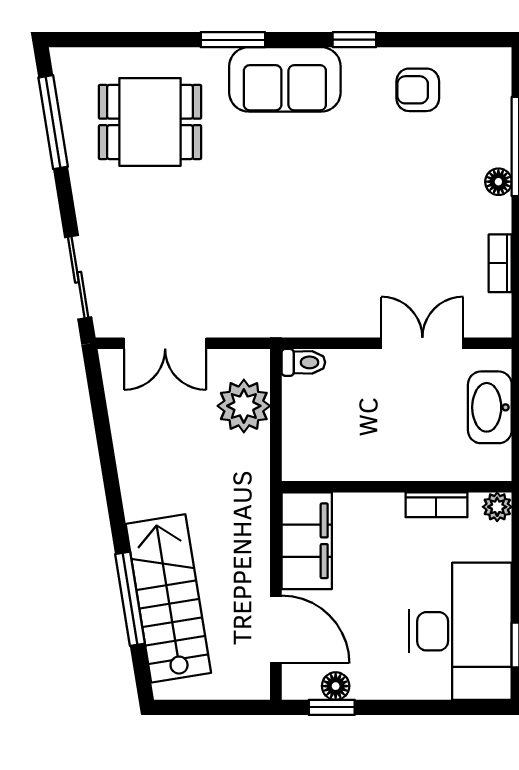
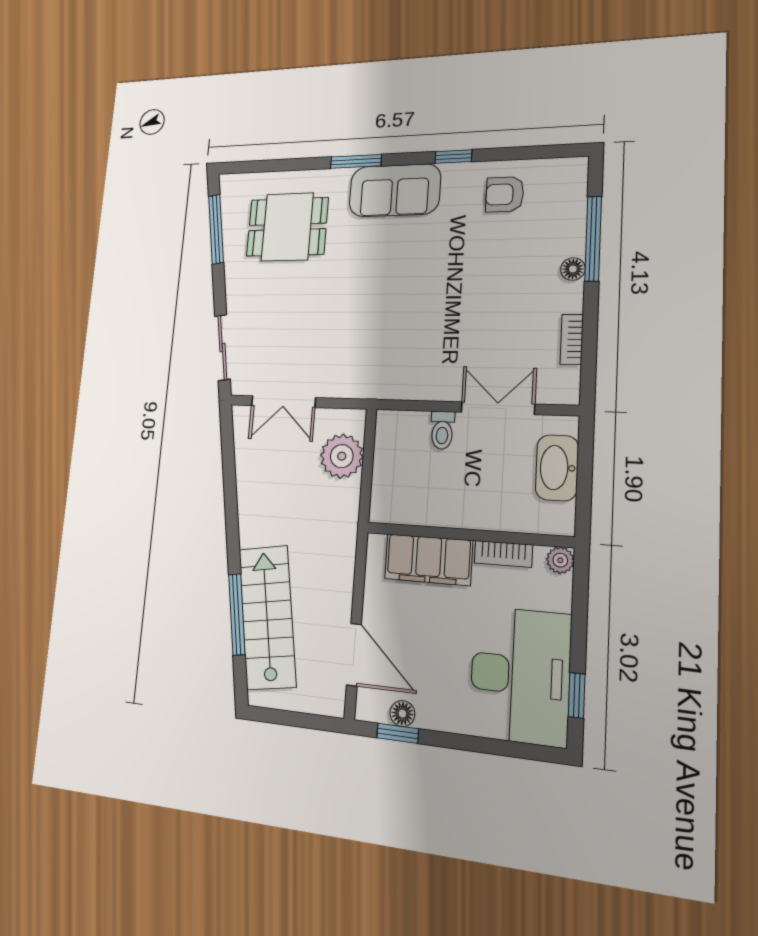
toilet: (303, 362) -> (442, 430), moved, turned 90
filing cabinet: (307, 541) -> (428, 560), moved, turned 90

